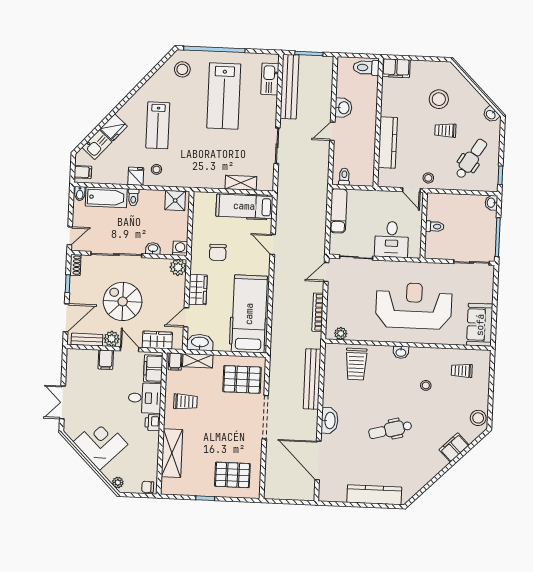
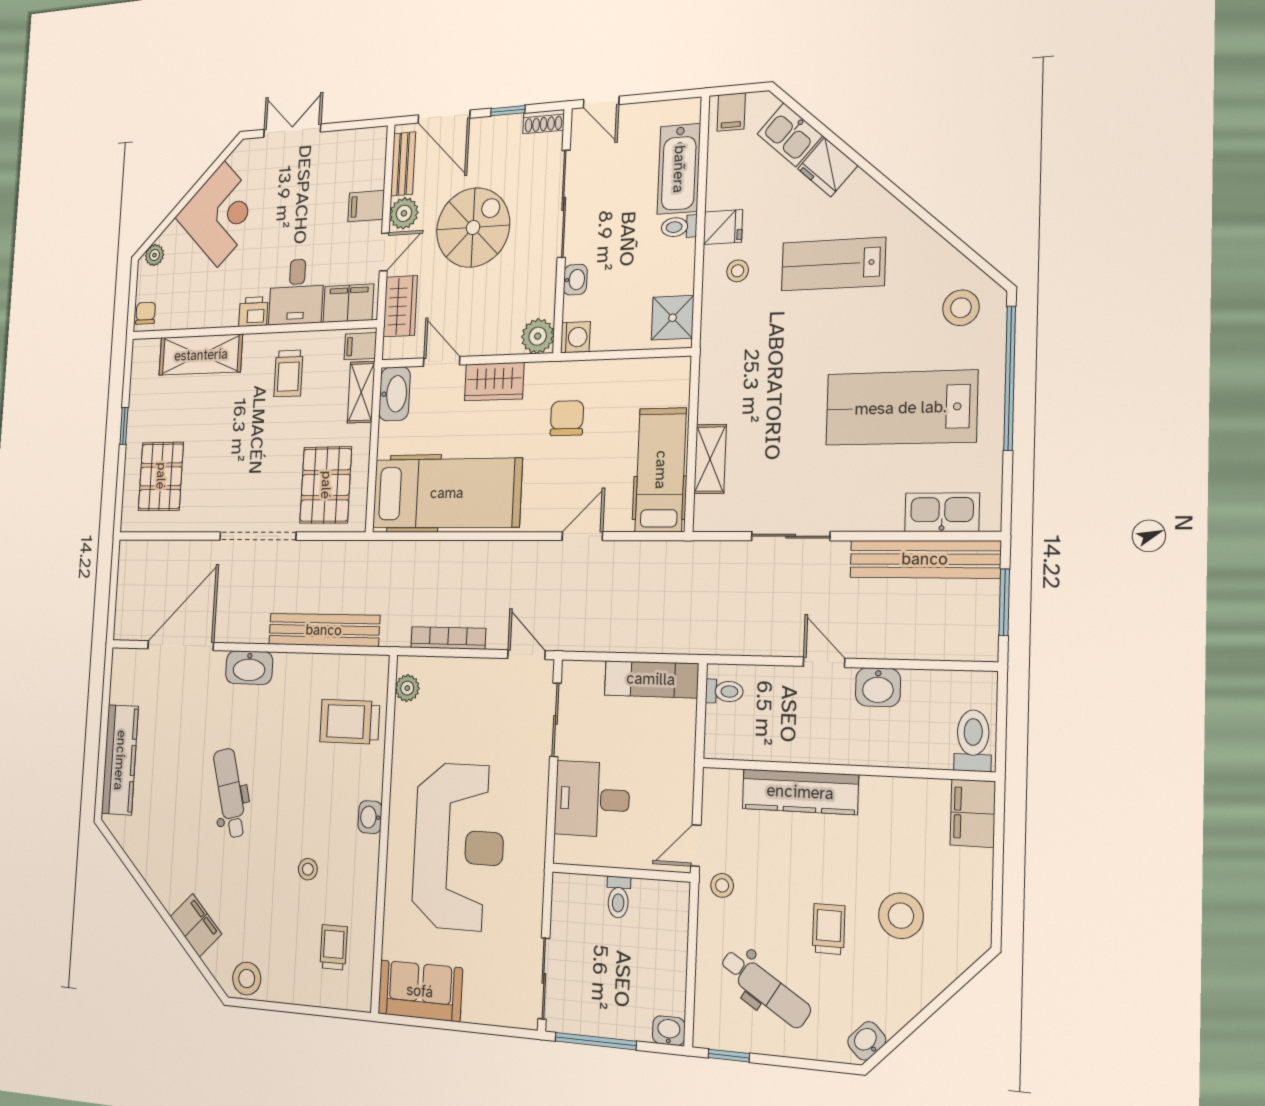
bidet: (80, 194) -> (686, 111), removed
chair: (218, 252) -> (567, 418), turned 90

